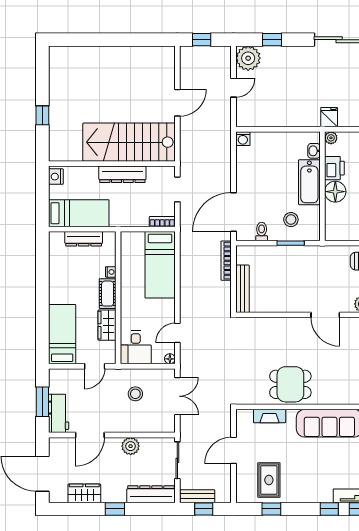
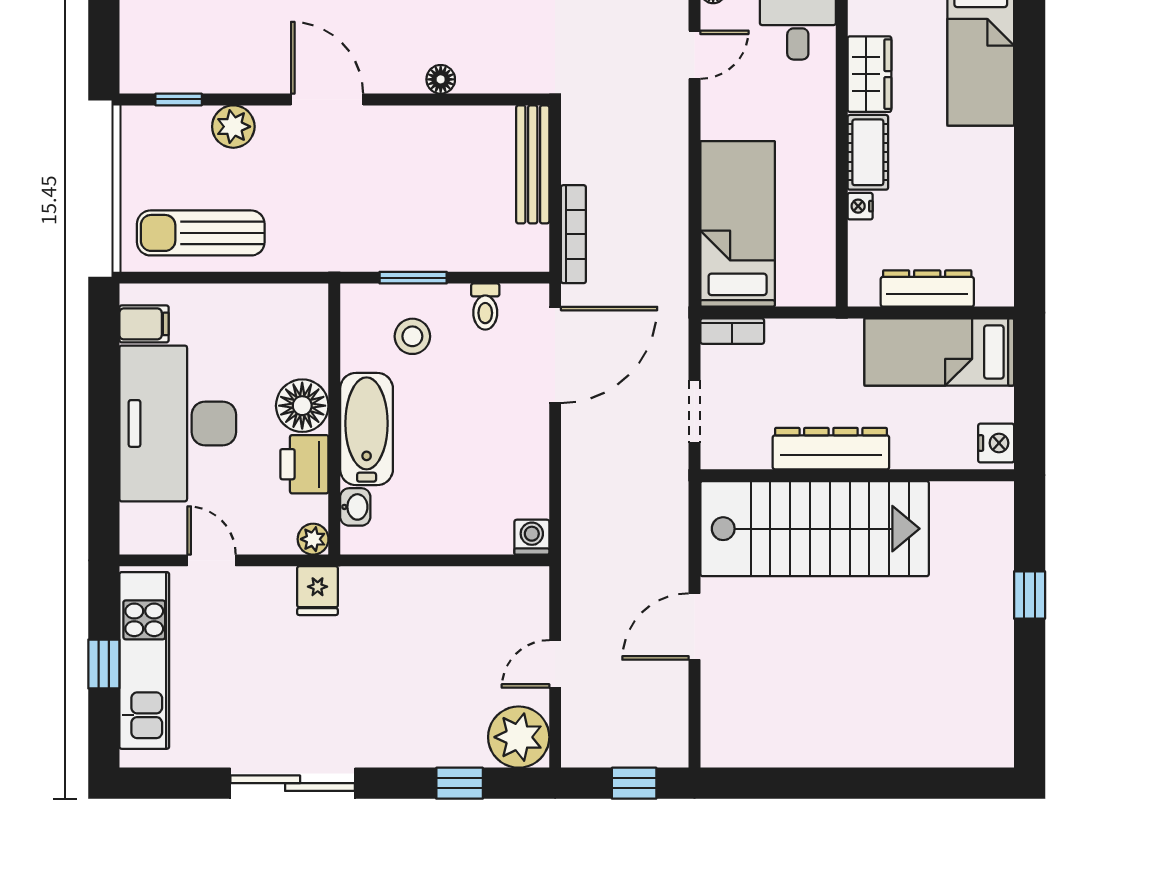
floor lamp: (280, 323) -> (441, 79), added

